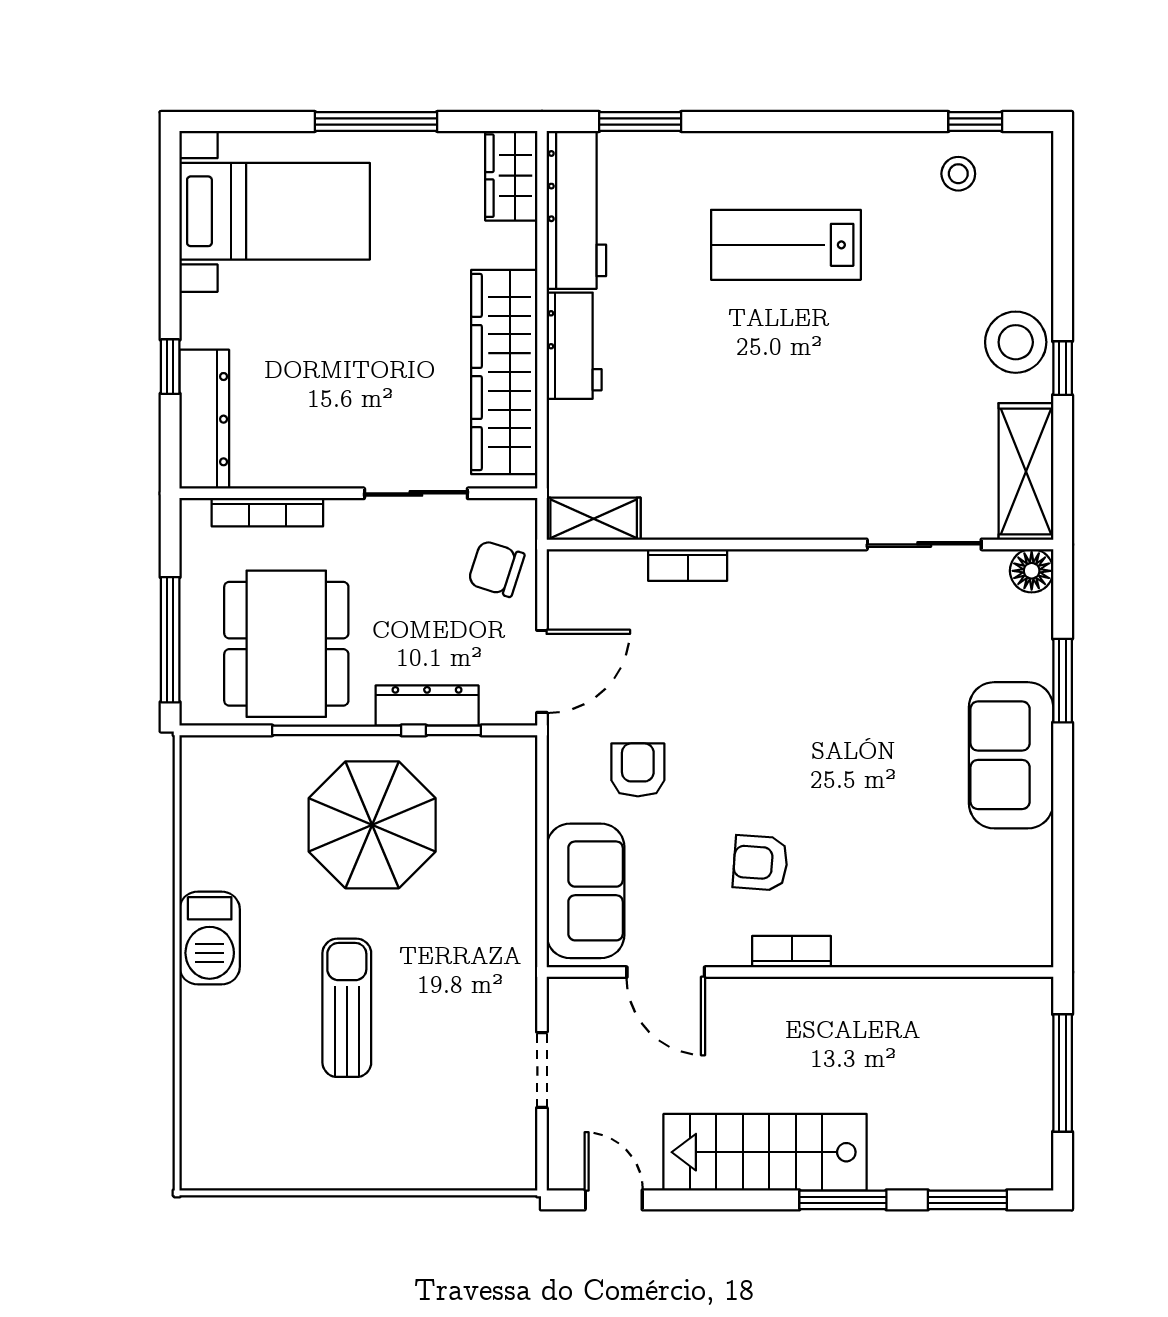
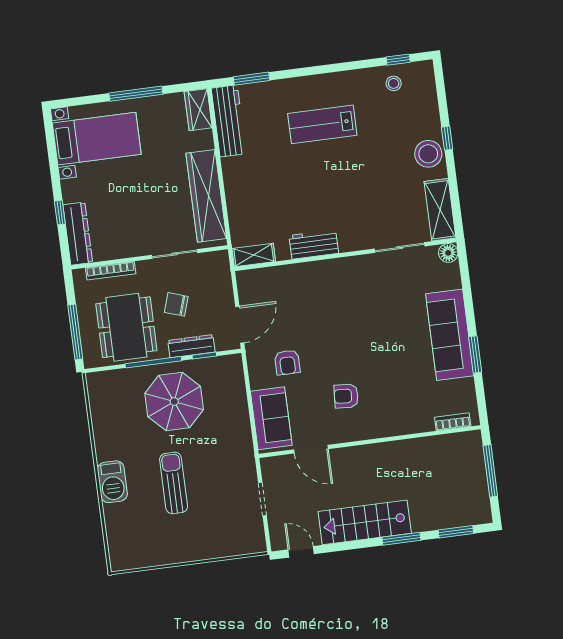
workbench: (574, 346) -> (314, 244), moved, turned -90
window: (1063, 368) -> (447, 138), moved
bookcase: (688, 565) -> (297, 270), removed
chair: (496, 569) -> (176, 304), moved
window: (1063, 681) -> (475, 354), moved
sofa: (1011, 755) -> (450, 335), width x1.36
armchair: (638, 770) -> (287, 362), turned 180
barbecue: (210, 938) -> (112, 482), moved
bookcase: (792, 952) -> (453, 422), moved

